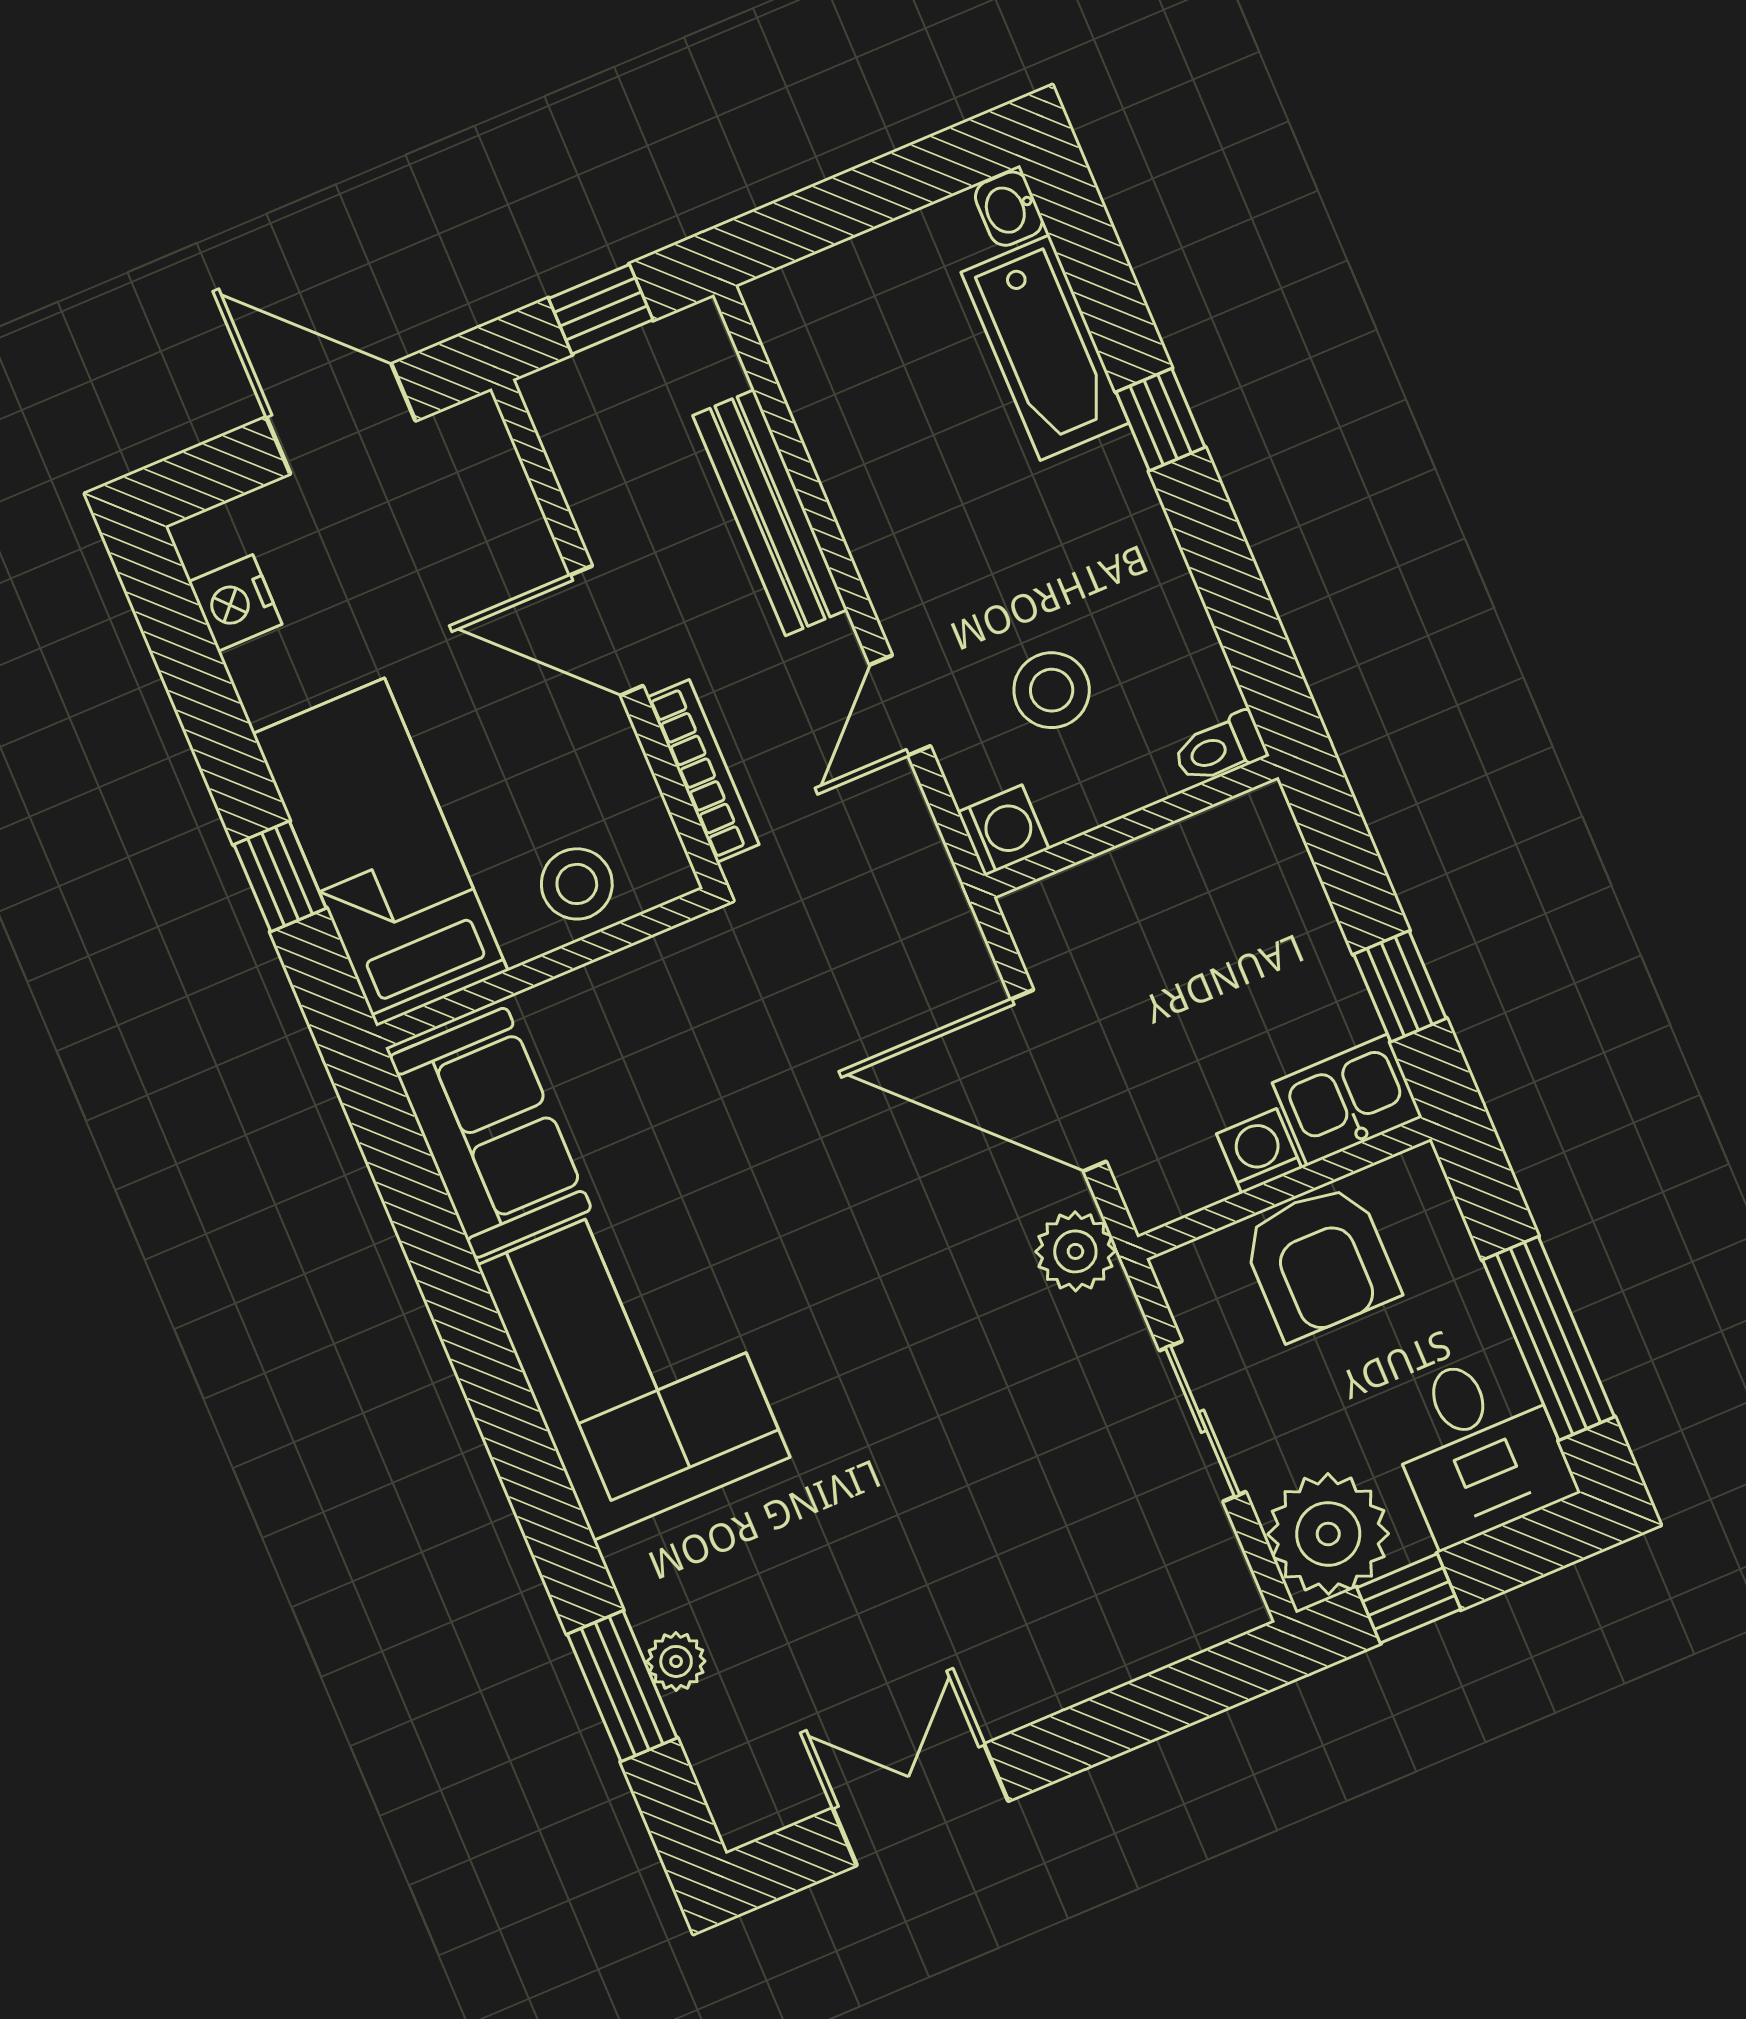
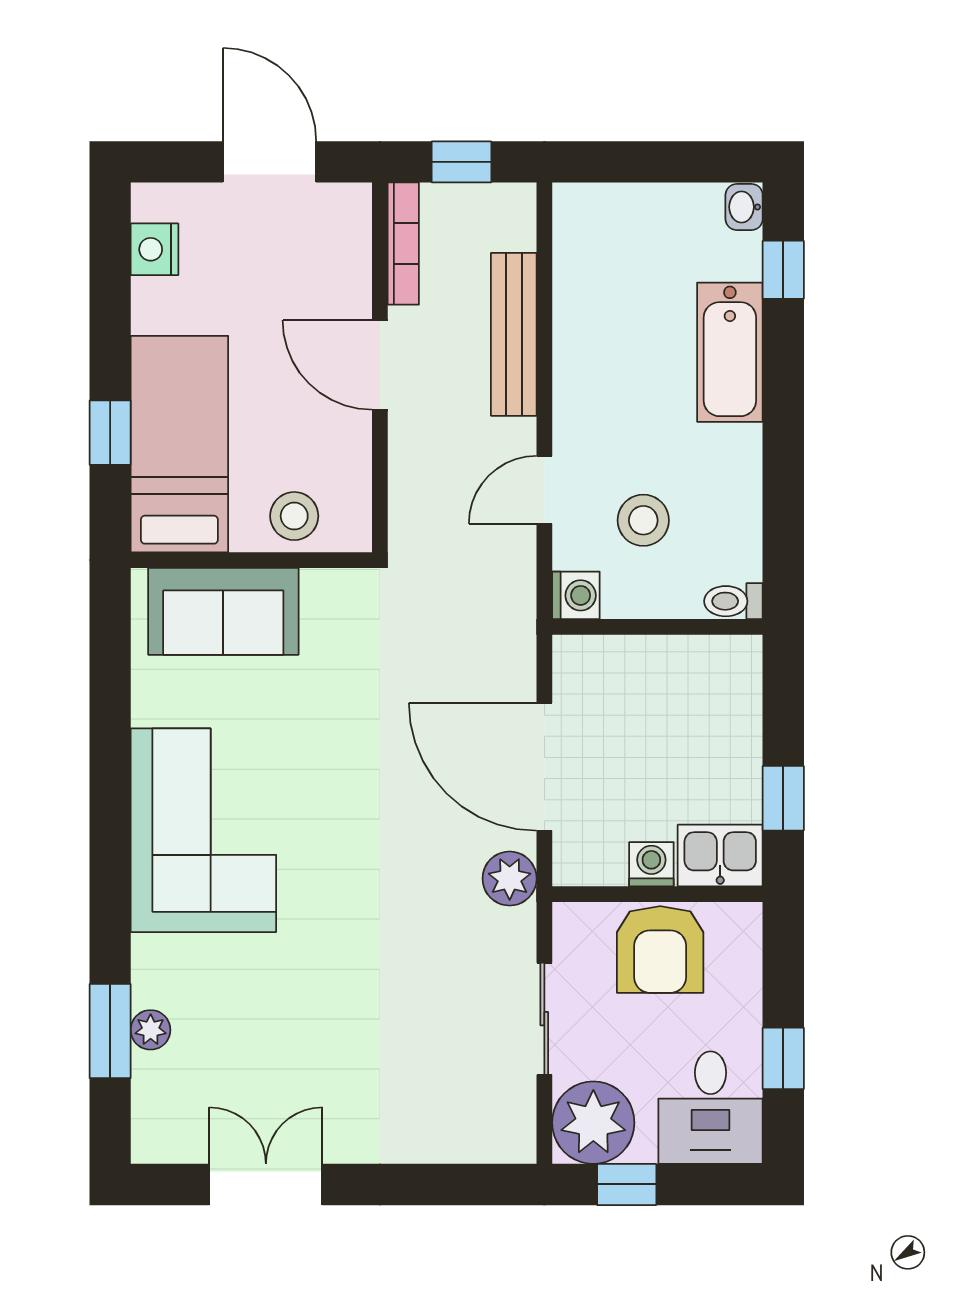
bathtub: (1045, 348) -> (730, 352), moved
window: (1160, 420) -> (783, 270), moved
bookcase: (703, 771) -> (403, 244), moved
sofa: (490, 1133) -> (223, 611), moved, turned 90
window: (1549, 1338) -> (783, 1058), width x0.46

